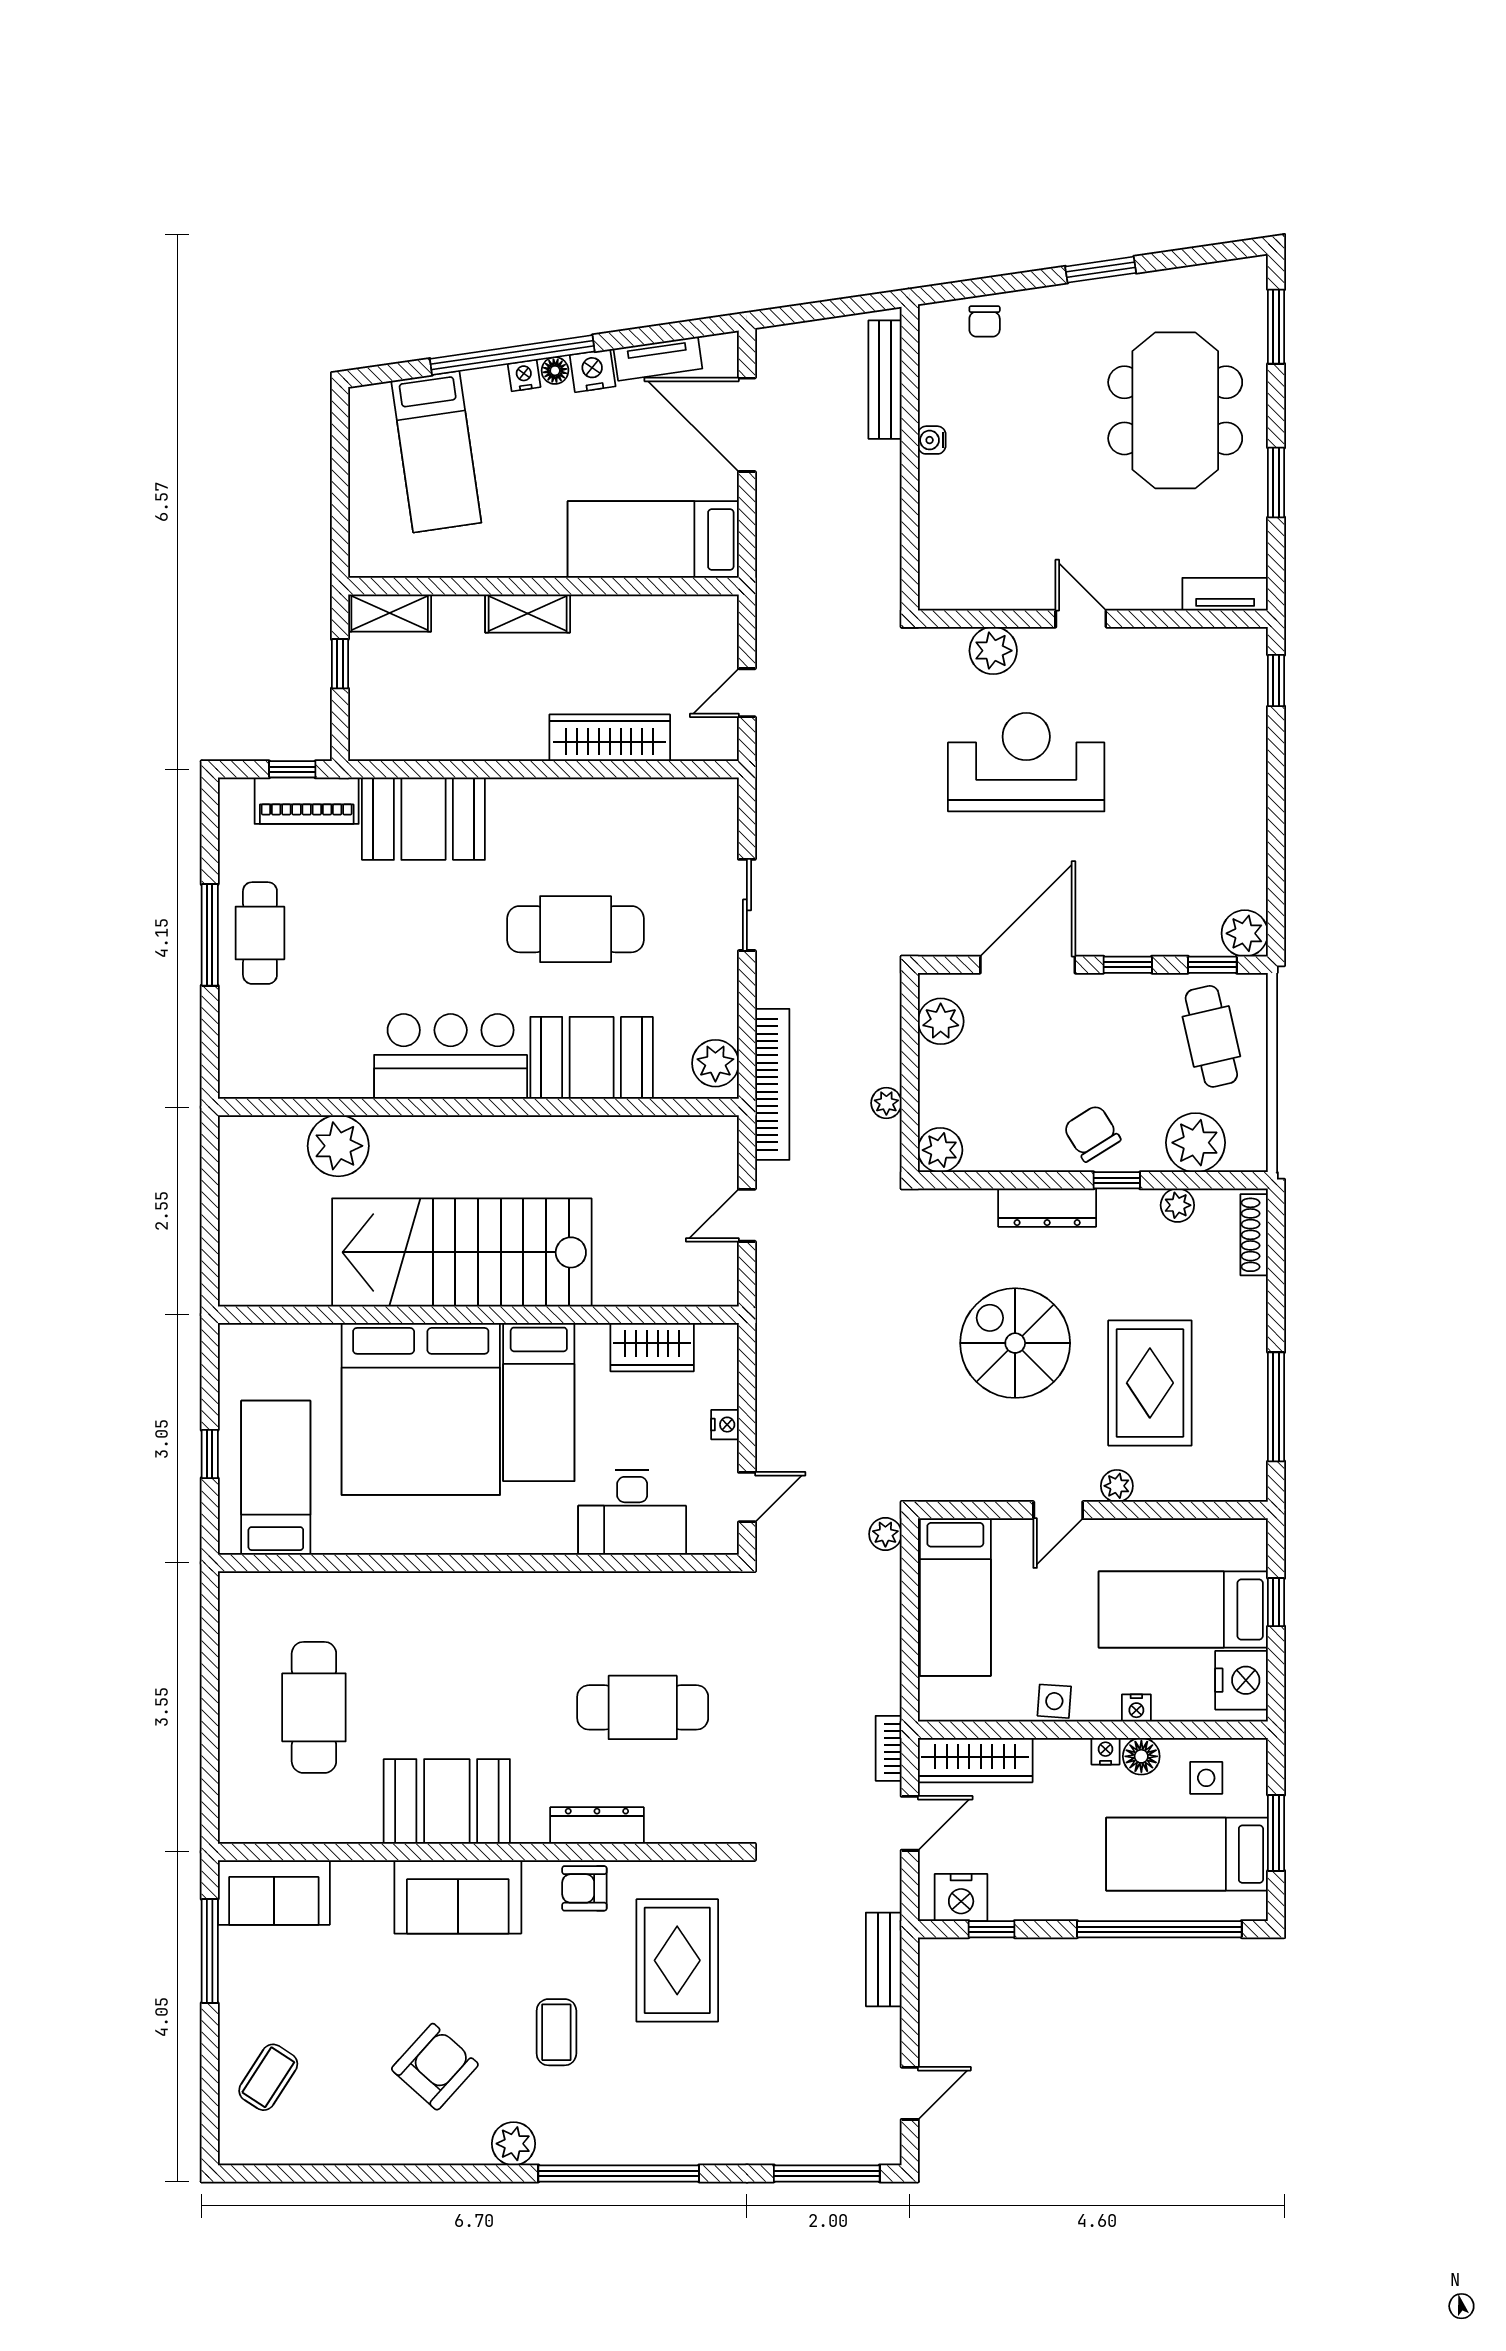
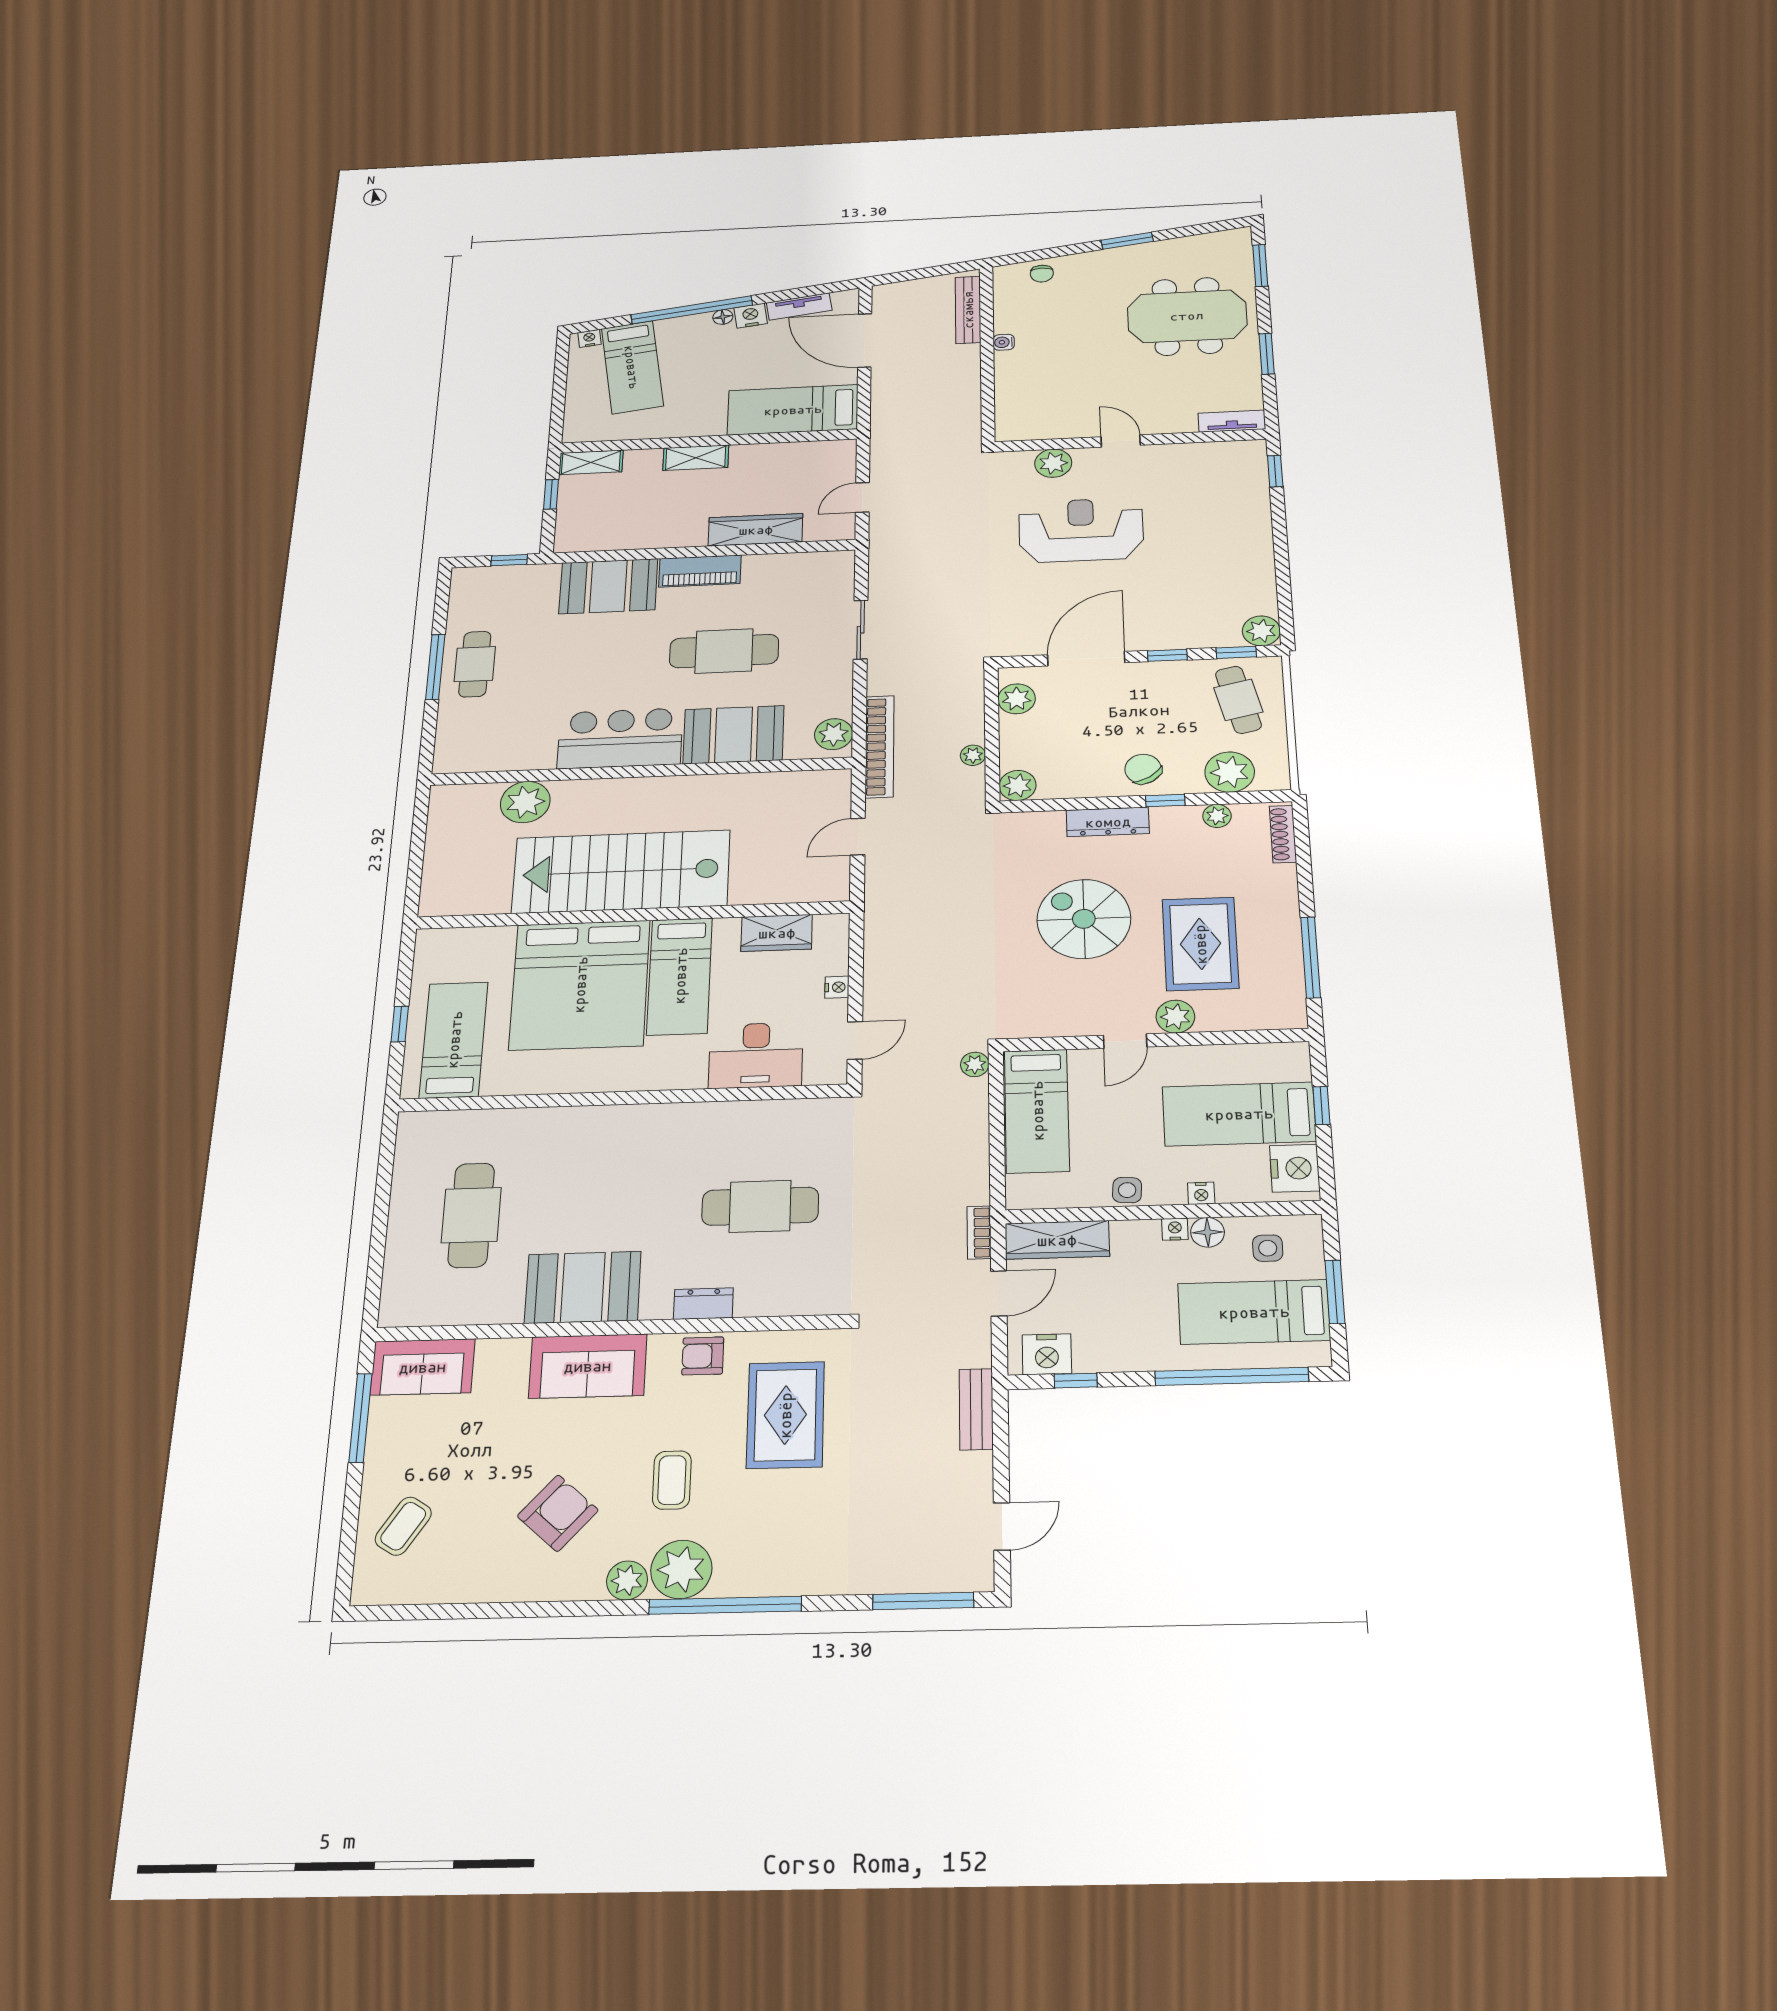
nightstand: (524, 376) -> (589, 338), moved
meeting table: (1175, 410) -> (1187, 316), turned 90
piano: (307, 801) -> (700, 571), moved
plant: (1117, 1486) -> (1175, 1017), width x1.38, depth x1.38
dresser: (597, 1825) -> (703, 1304), width x0.70
plant: (571, 2133) -> (681, 1569), added

